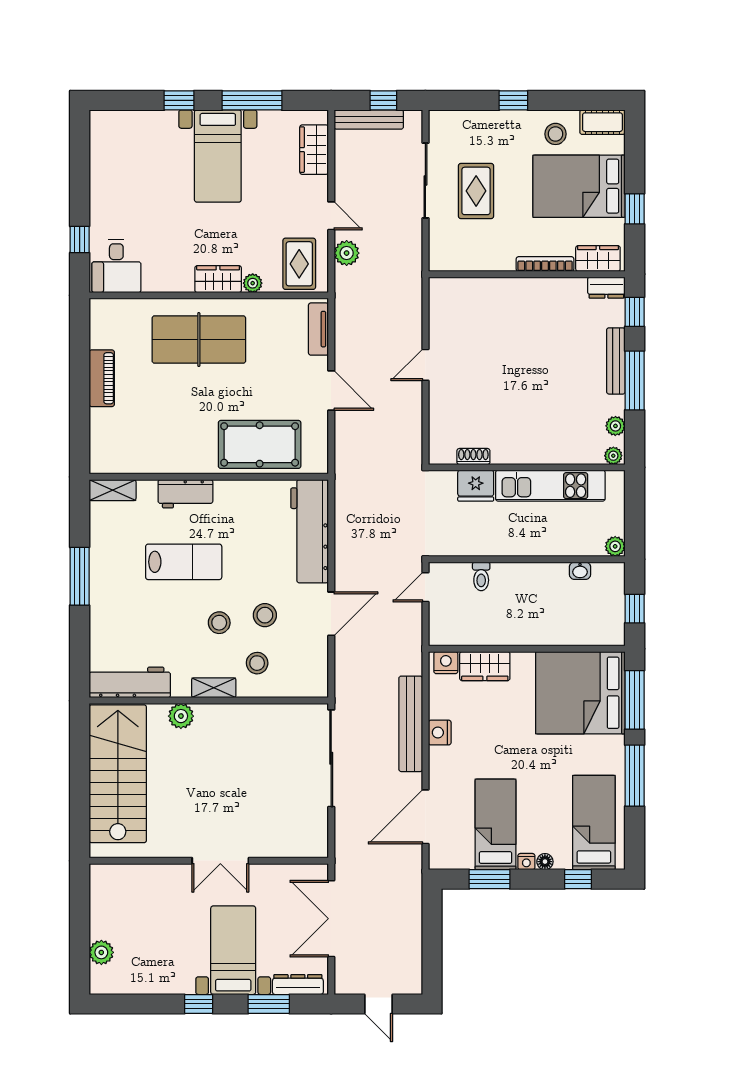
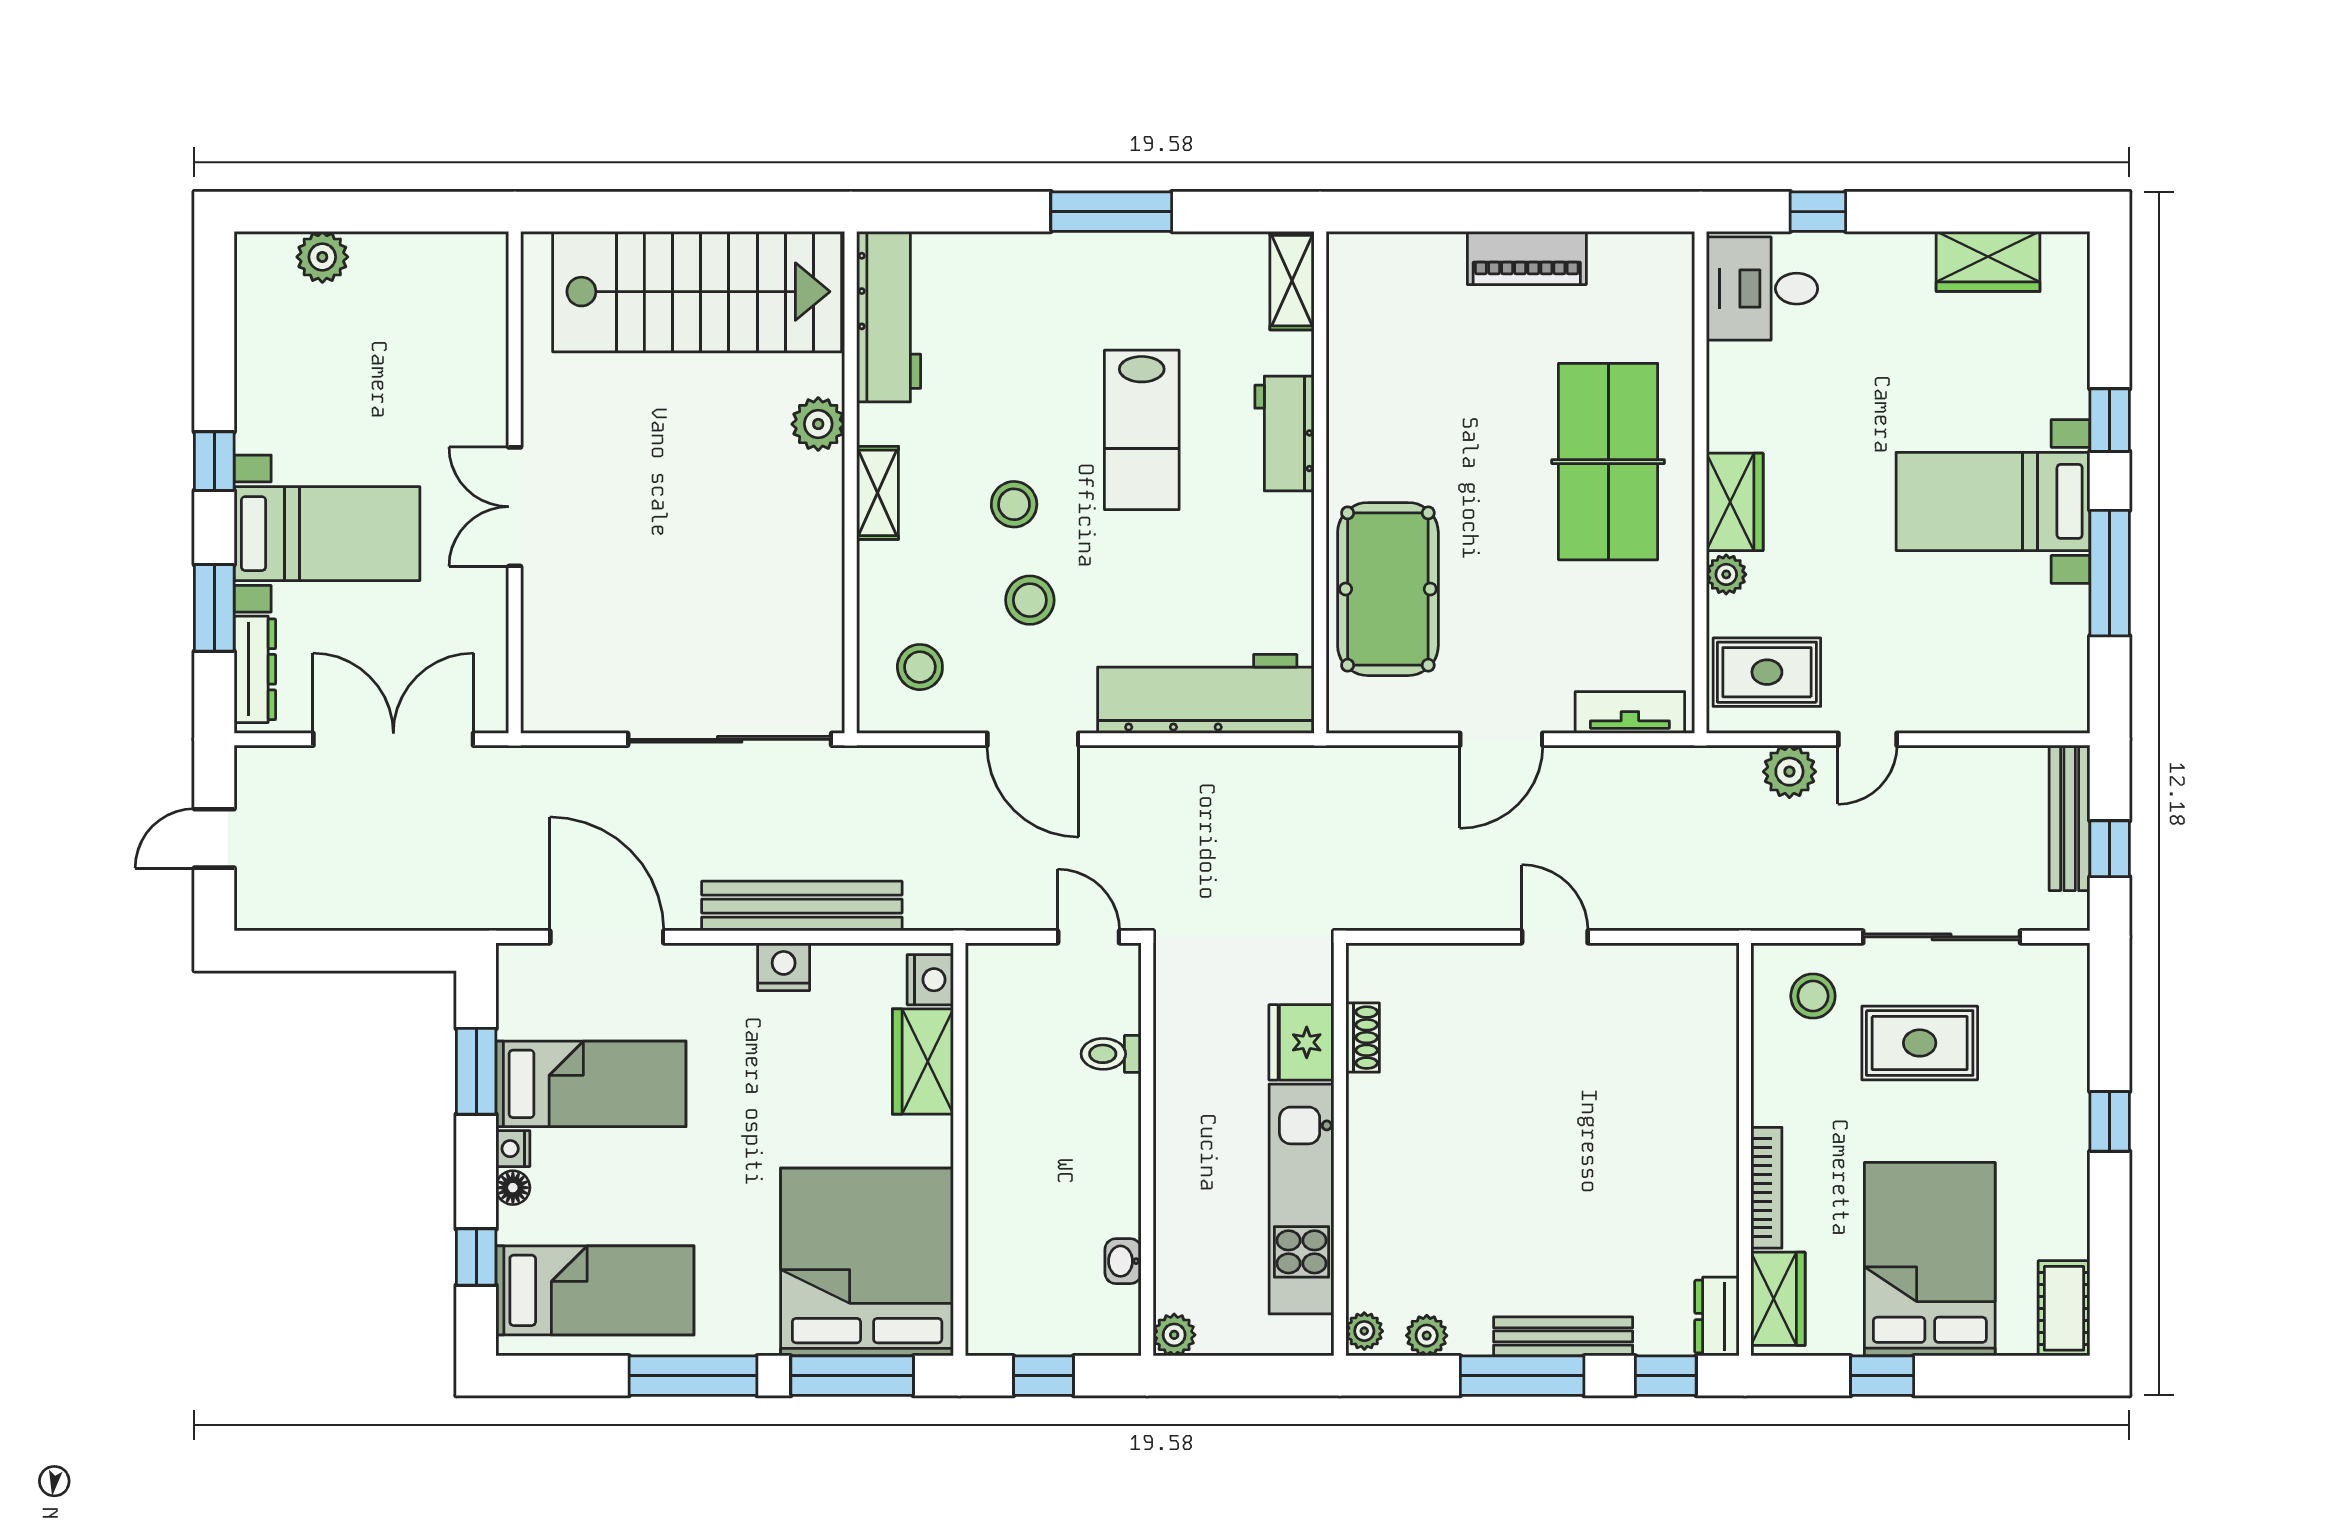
stool: (555, 134) -> (1813, 996), moved
wardrobe: (314, 150) -> (1988, 261), moved, turned 180
stool: (257, 663) -> (920, 667), moved

